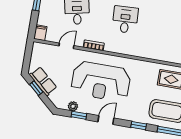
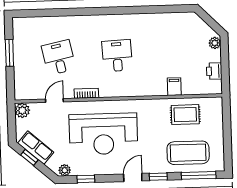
filing cabinet: (40, 33) -> (174, 87), moved
plant: (38, 49) -> (22, 110), added
plant: (73, 106) -> (65, 170), moved
door: (106, 120) -> (133, 177), moved

